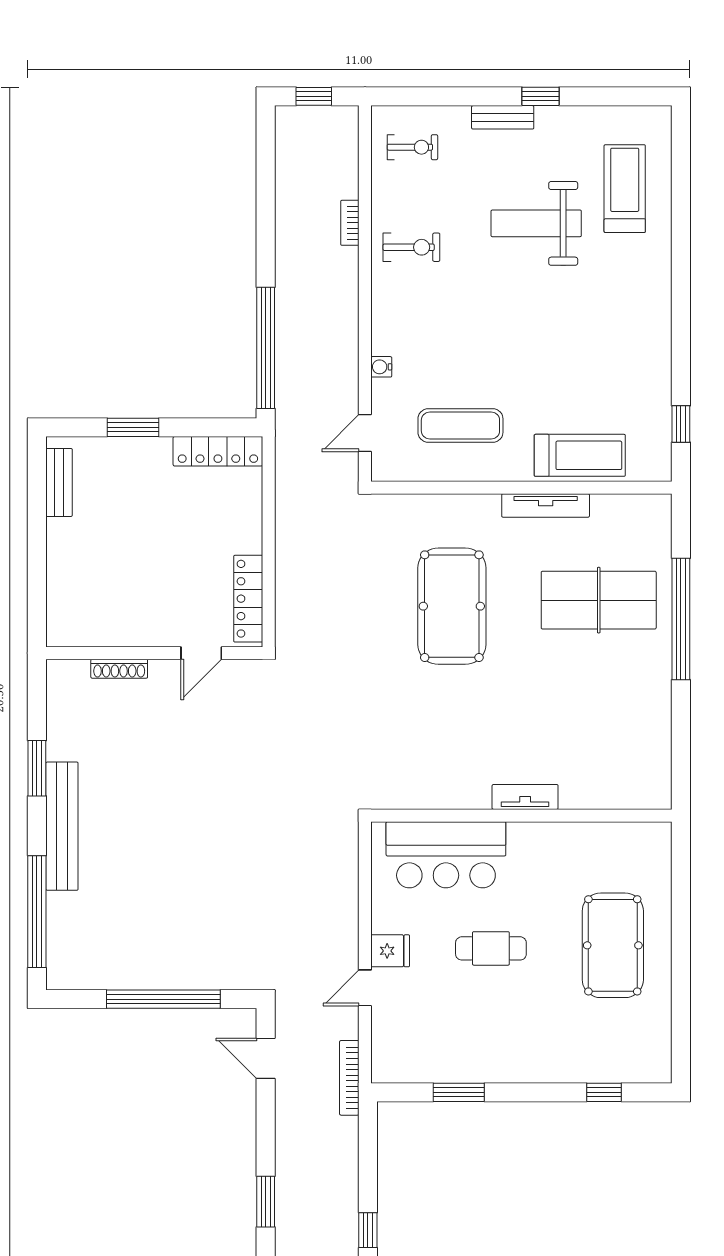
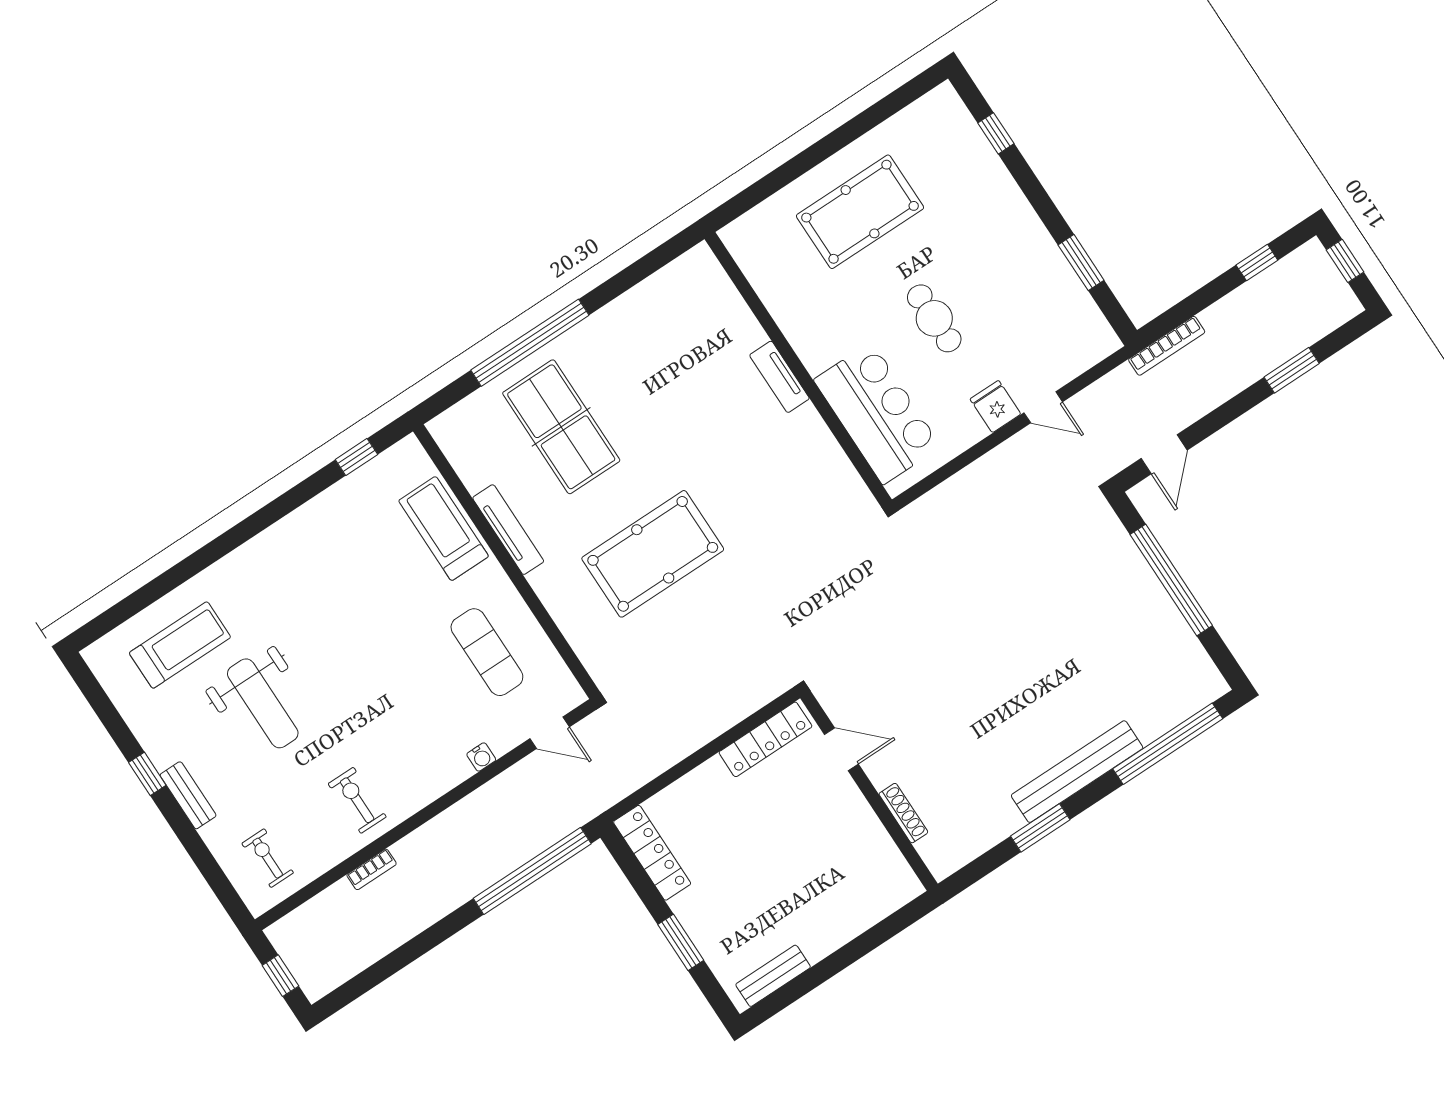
treadmill: (625, 189) -> (180, 645), turned 180
bookcase: (349, 1078) -> (1167, 346), moved

